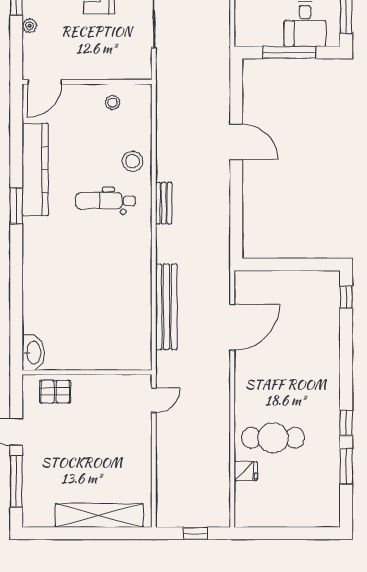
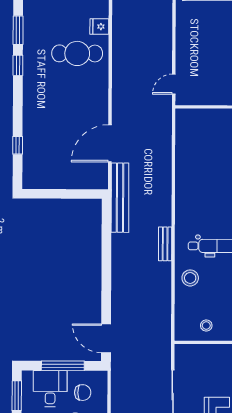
chair: (265, 19) -> (83, 393), added
door: (236, 142) -> (106, 338), moved
window: (346, 297) -> (18, 145), moved
bench: (166, 307) -> (120, 198), moved

